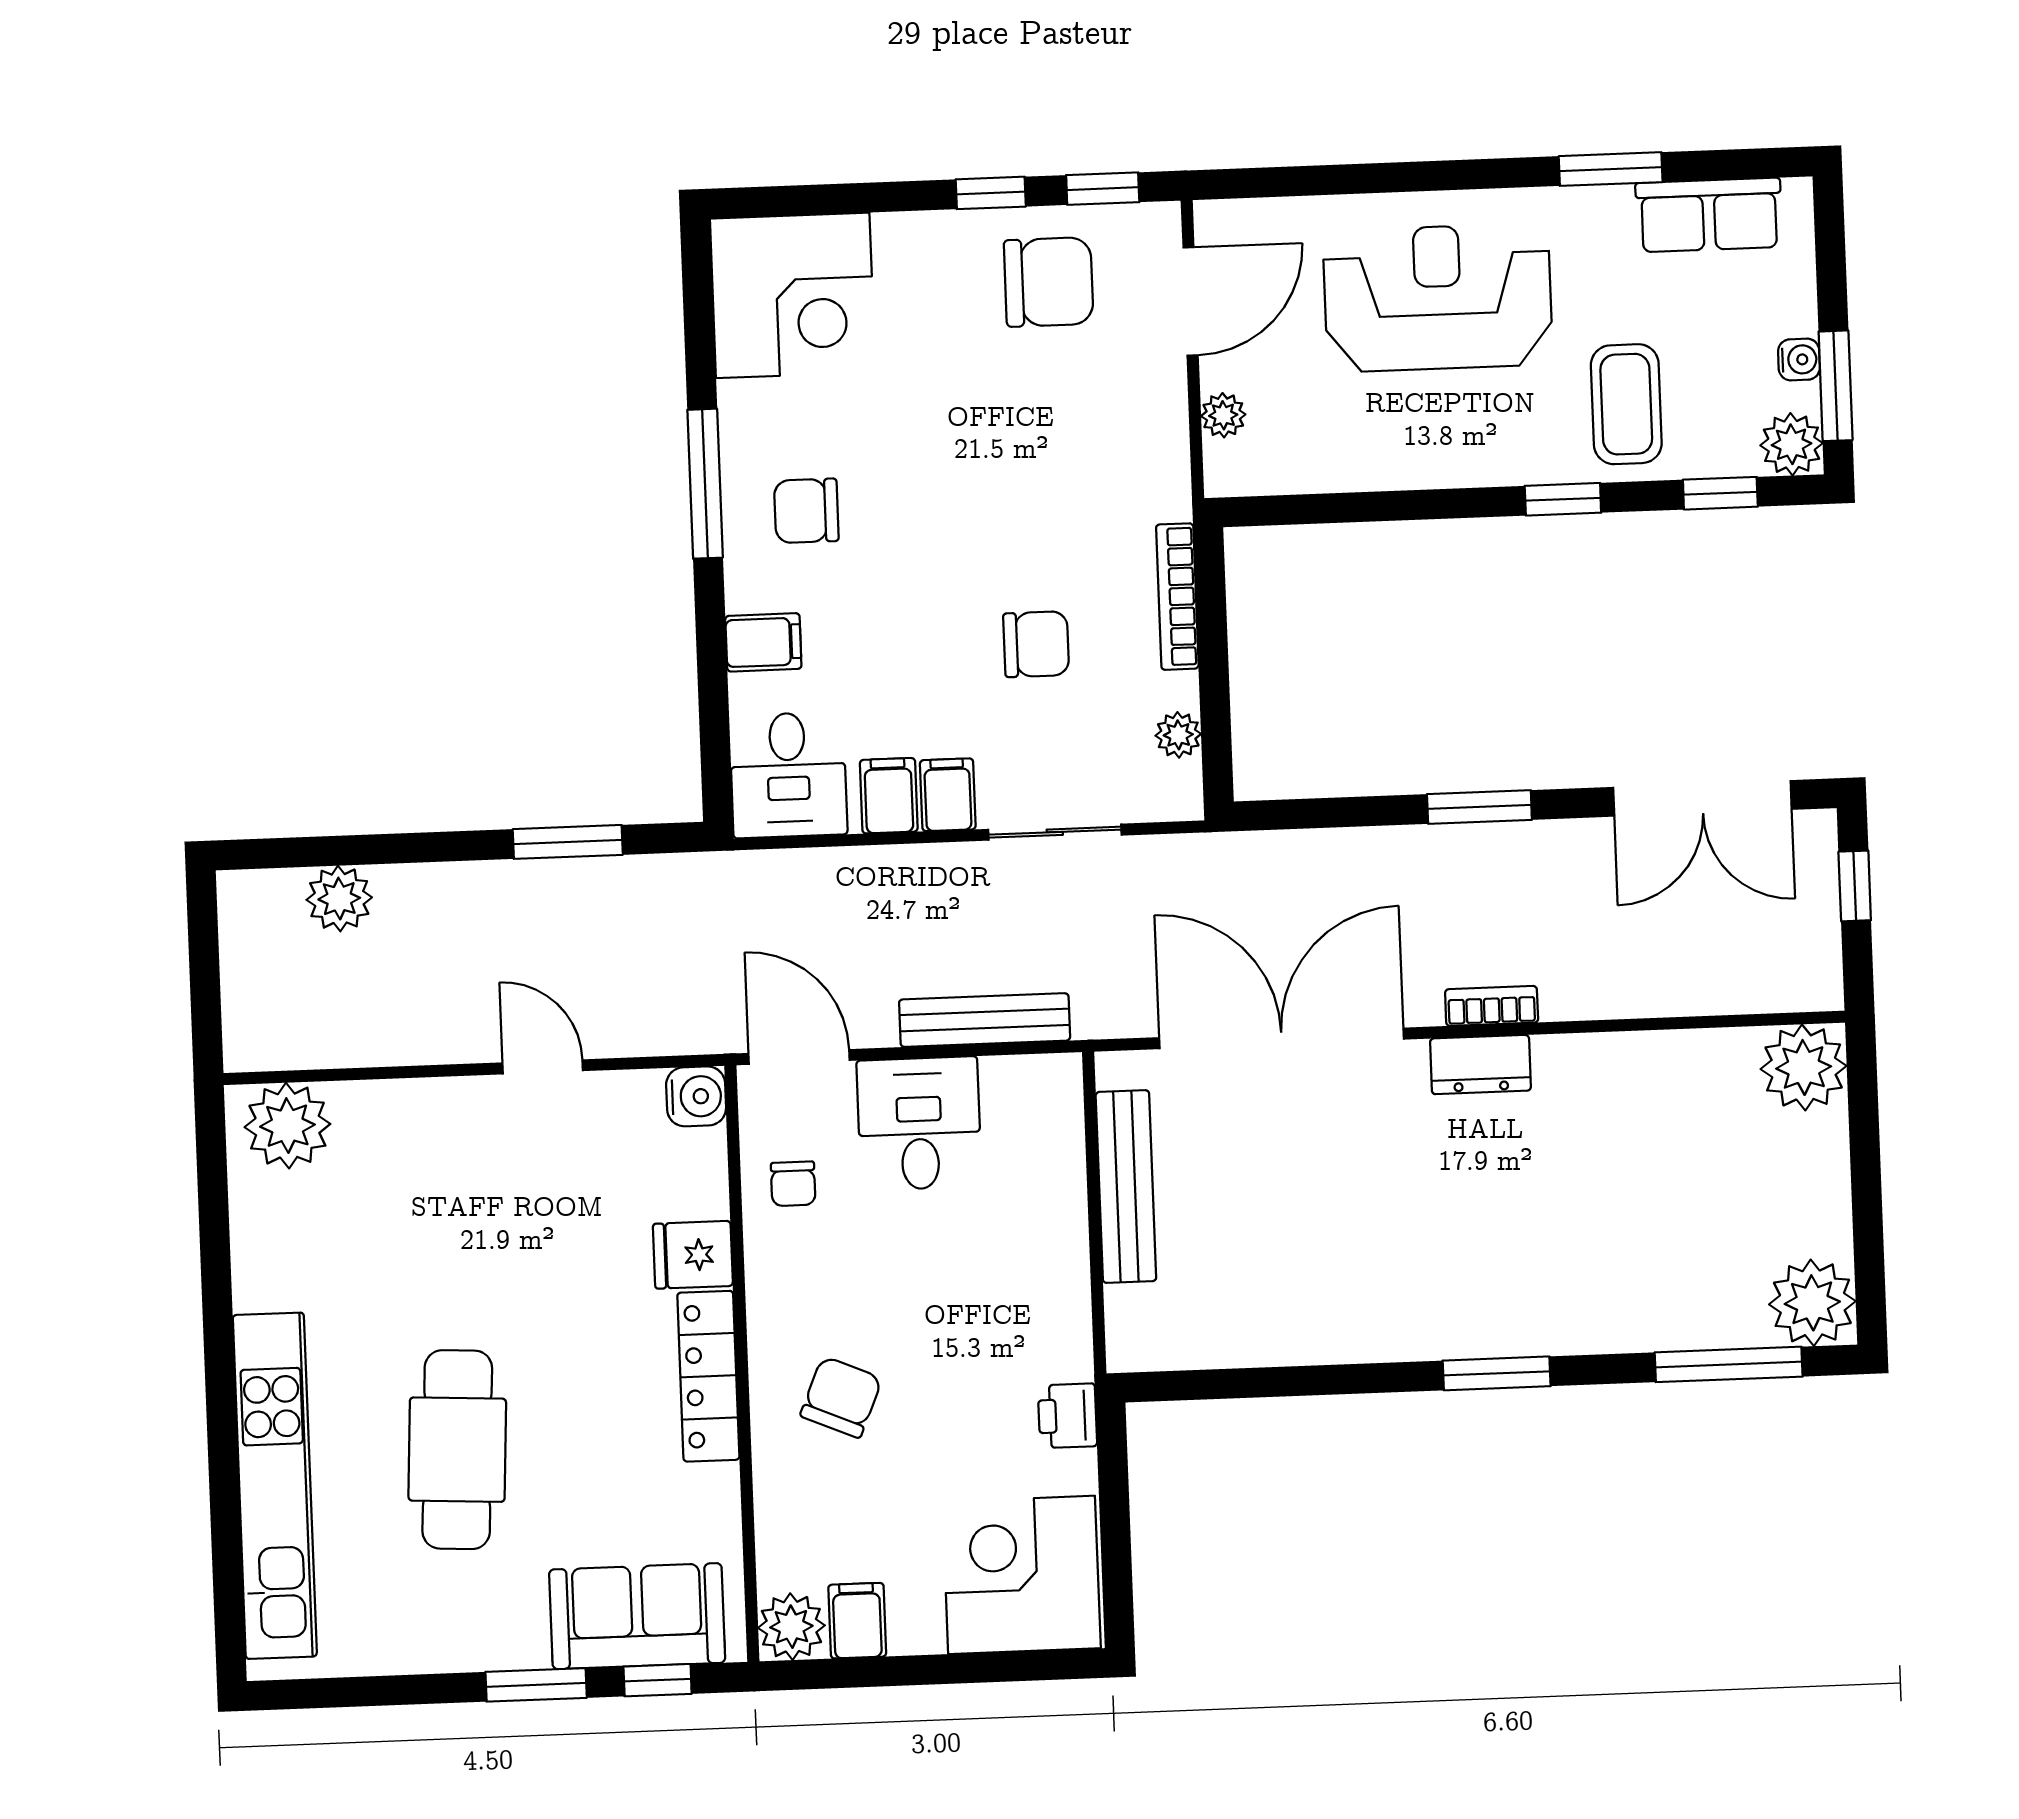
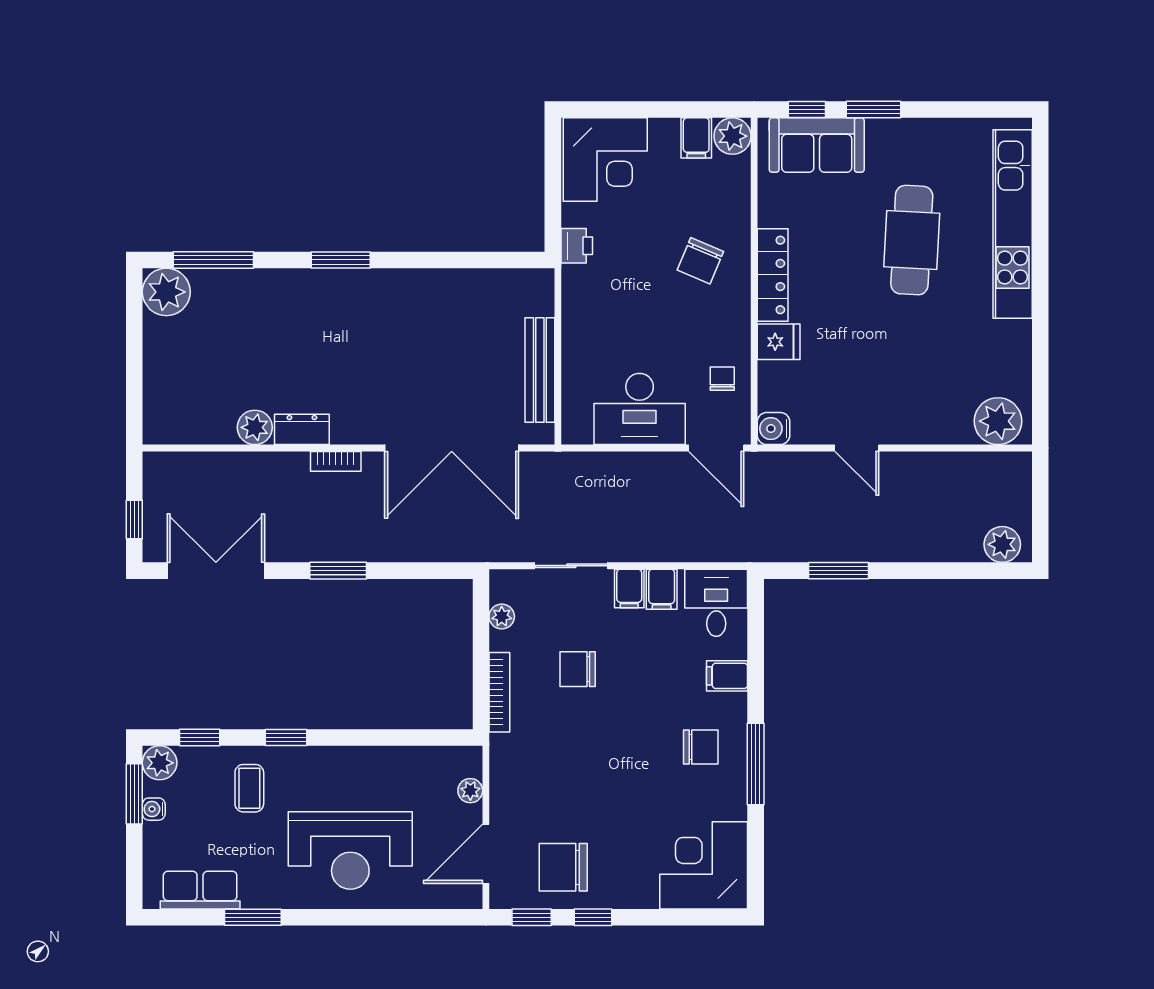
coffee table: (1626, 404) -> (249, 788), width x0.73, depth x0.77
plant: (339, 899) -> (1002, 544), moved
bench: (985, 1020) -> (614, 464), removed
dresser: (1480, 1065) -> (302, 429), moved
plant: (1804, 1067) -> (255, 427), moved, width x0.73, depth x0.73
desk: (919, 1123) -> (640, 409), width x1.37

